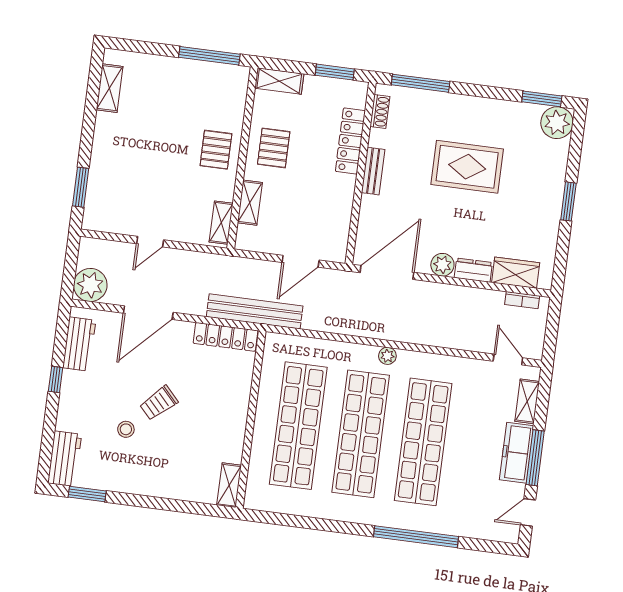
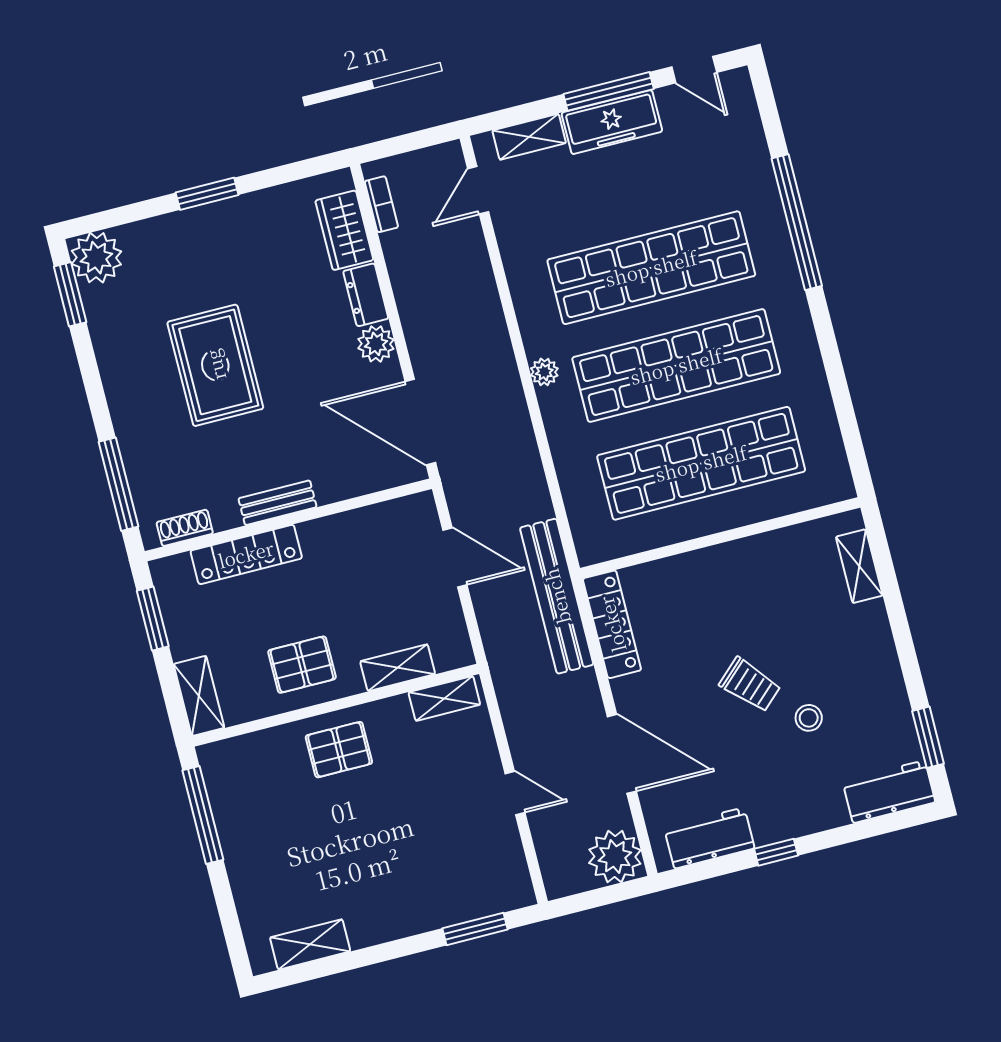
shelving: (229, 485) -> (859, 566), moved, turned 90

